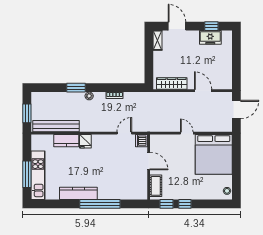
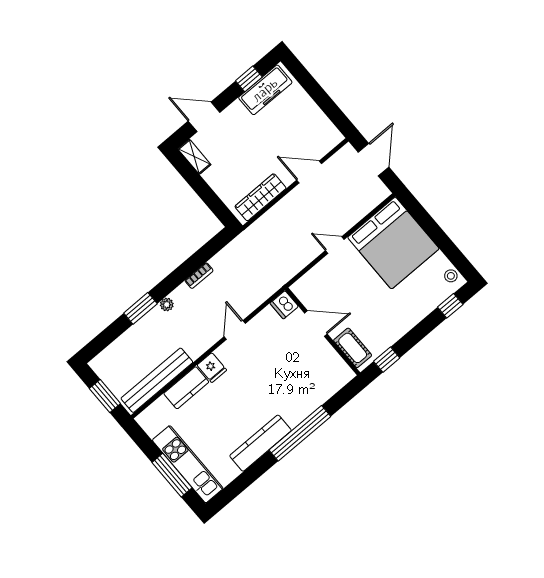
freezer: (210, 37) -> (265, 90), width x1.40
door: (124, 133) -> (235, 330), moved
window: (185, 204) -> (450, 306), moved

